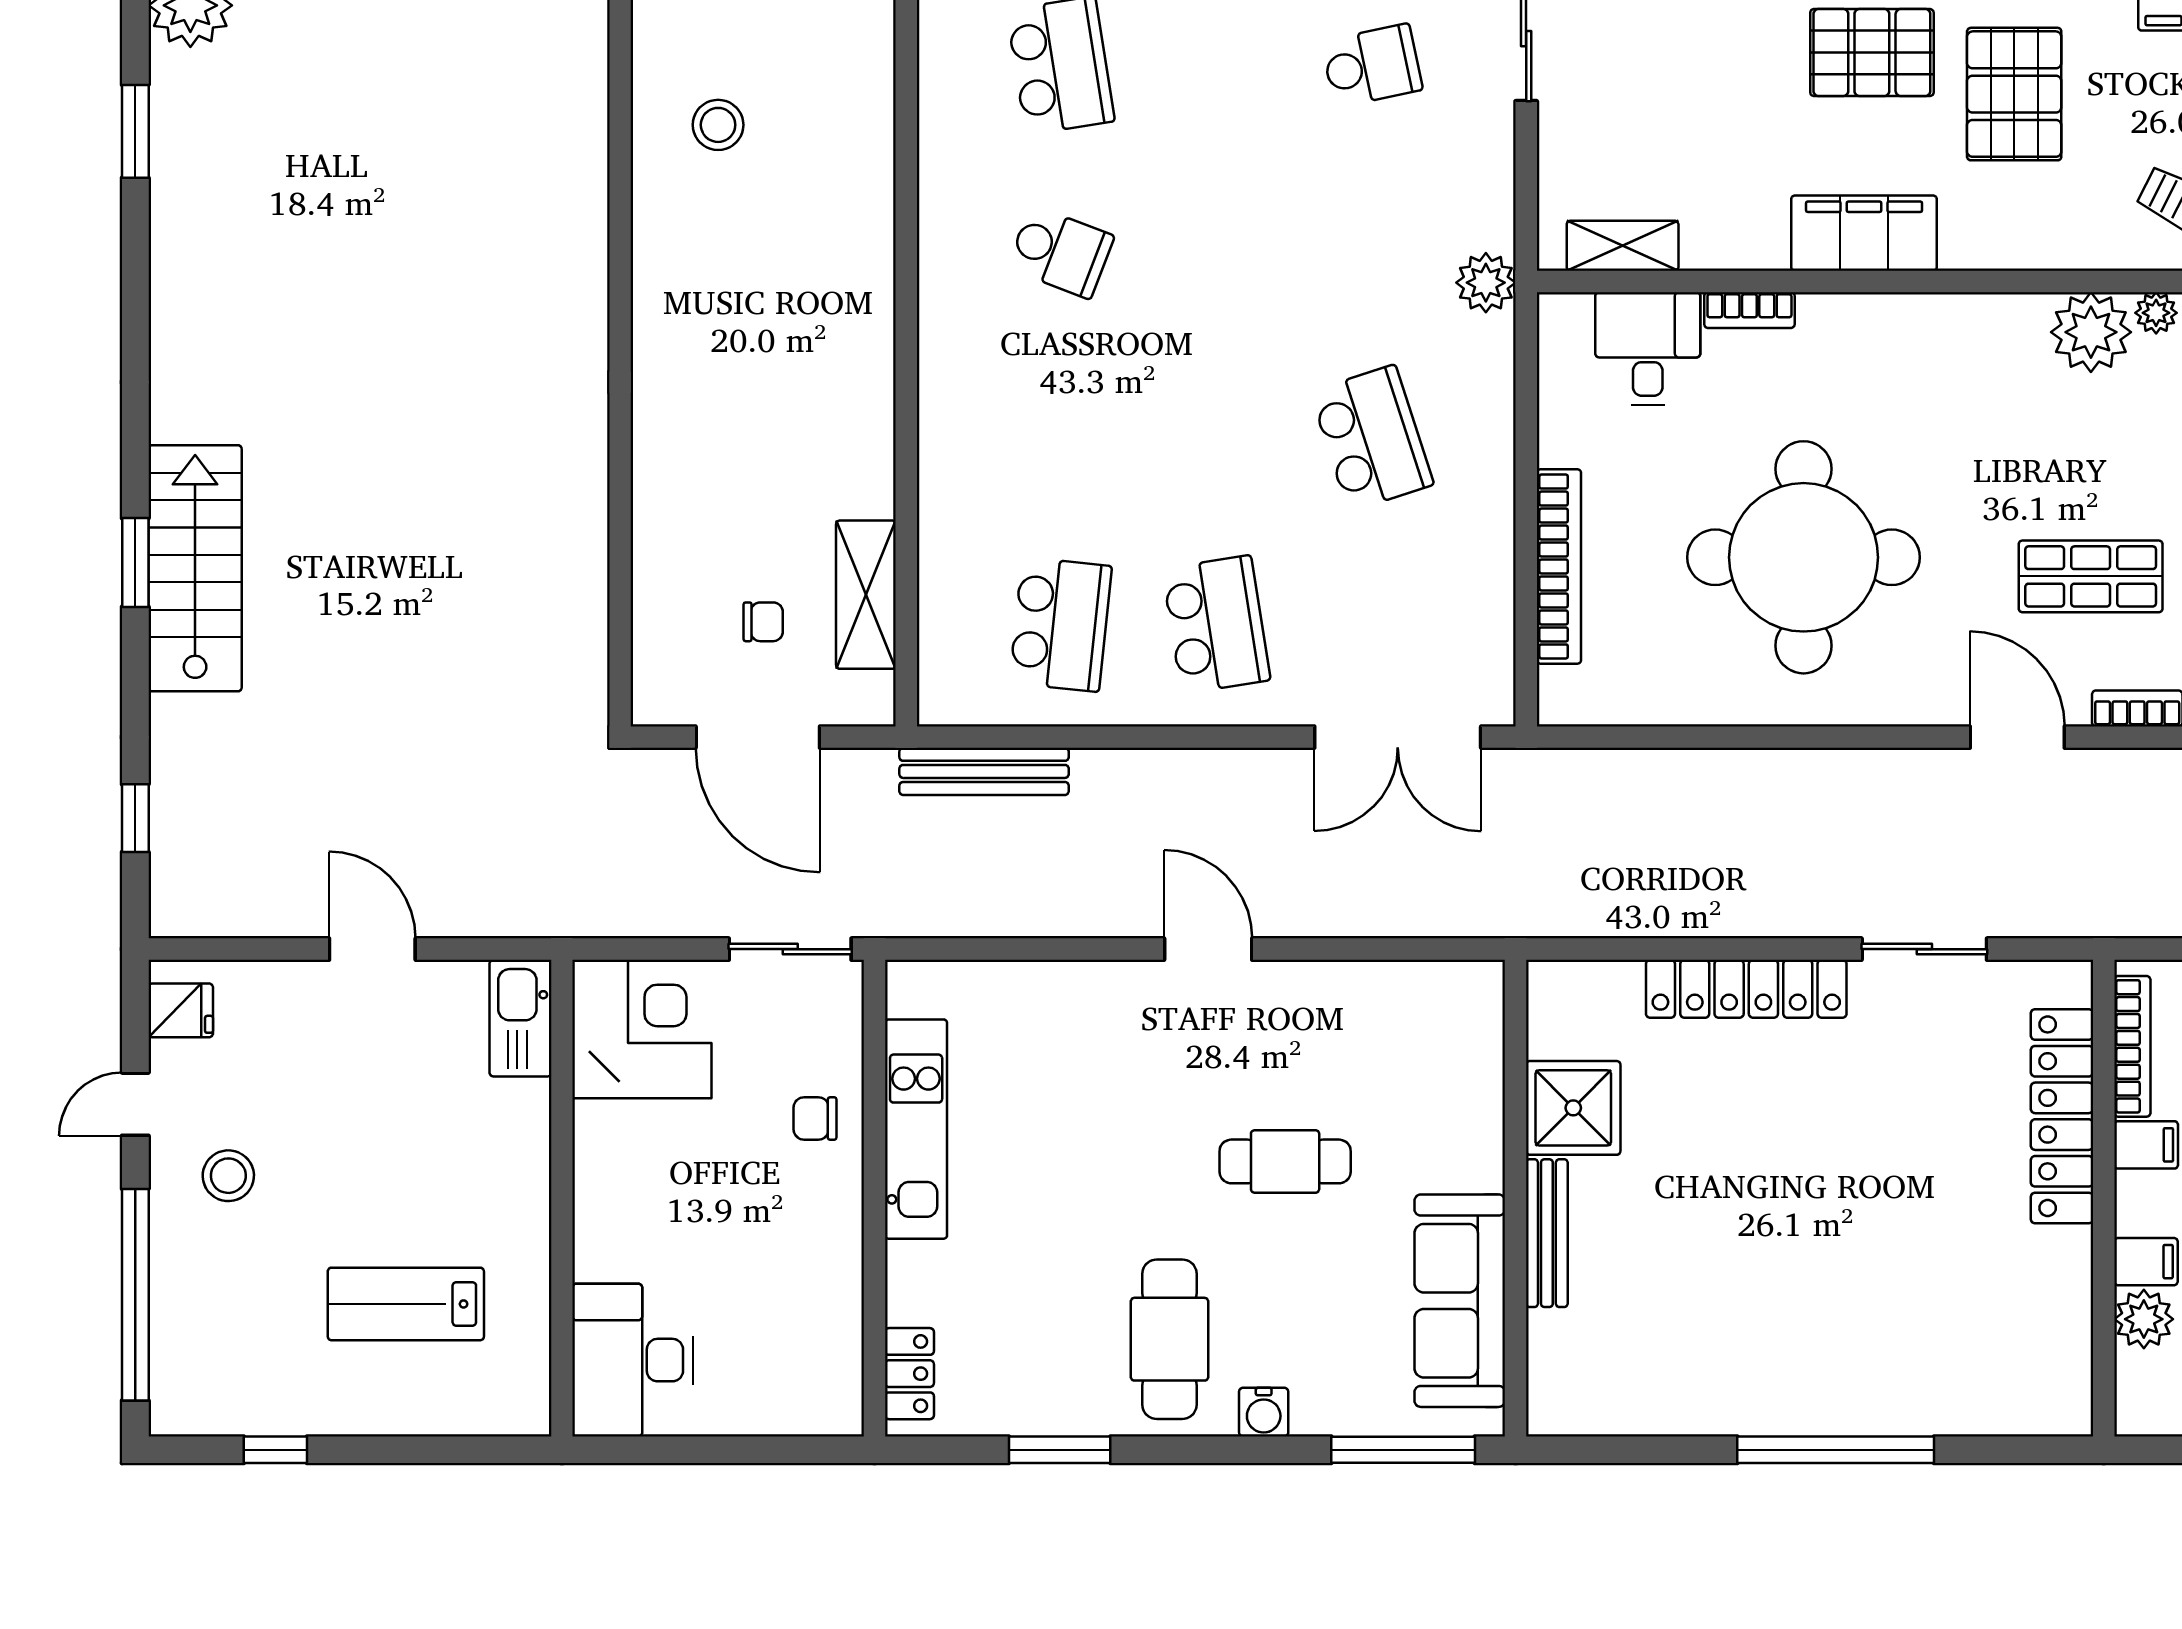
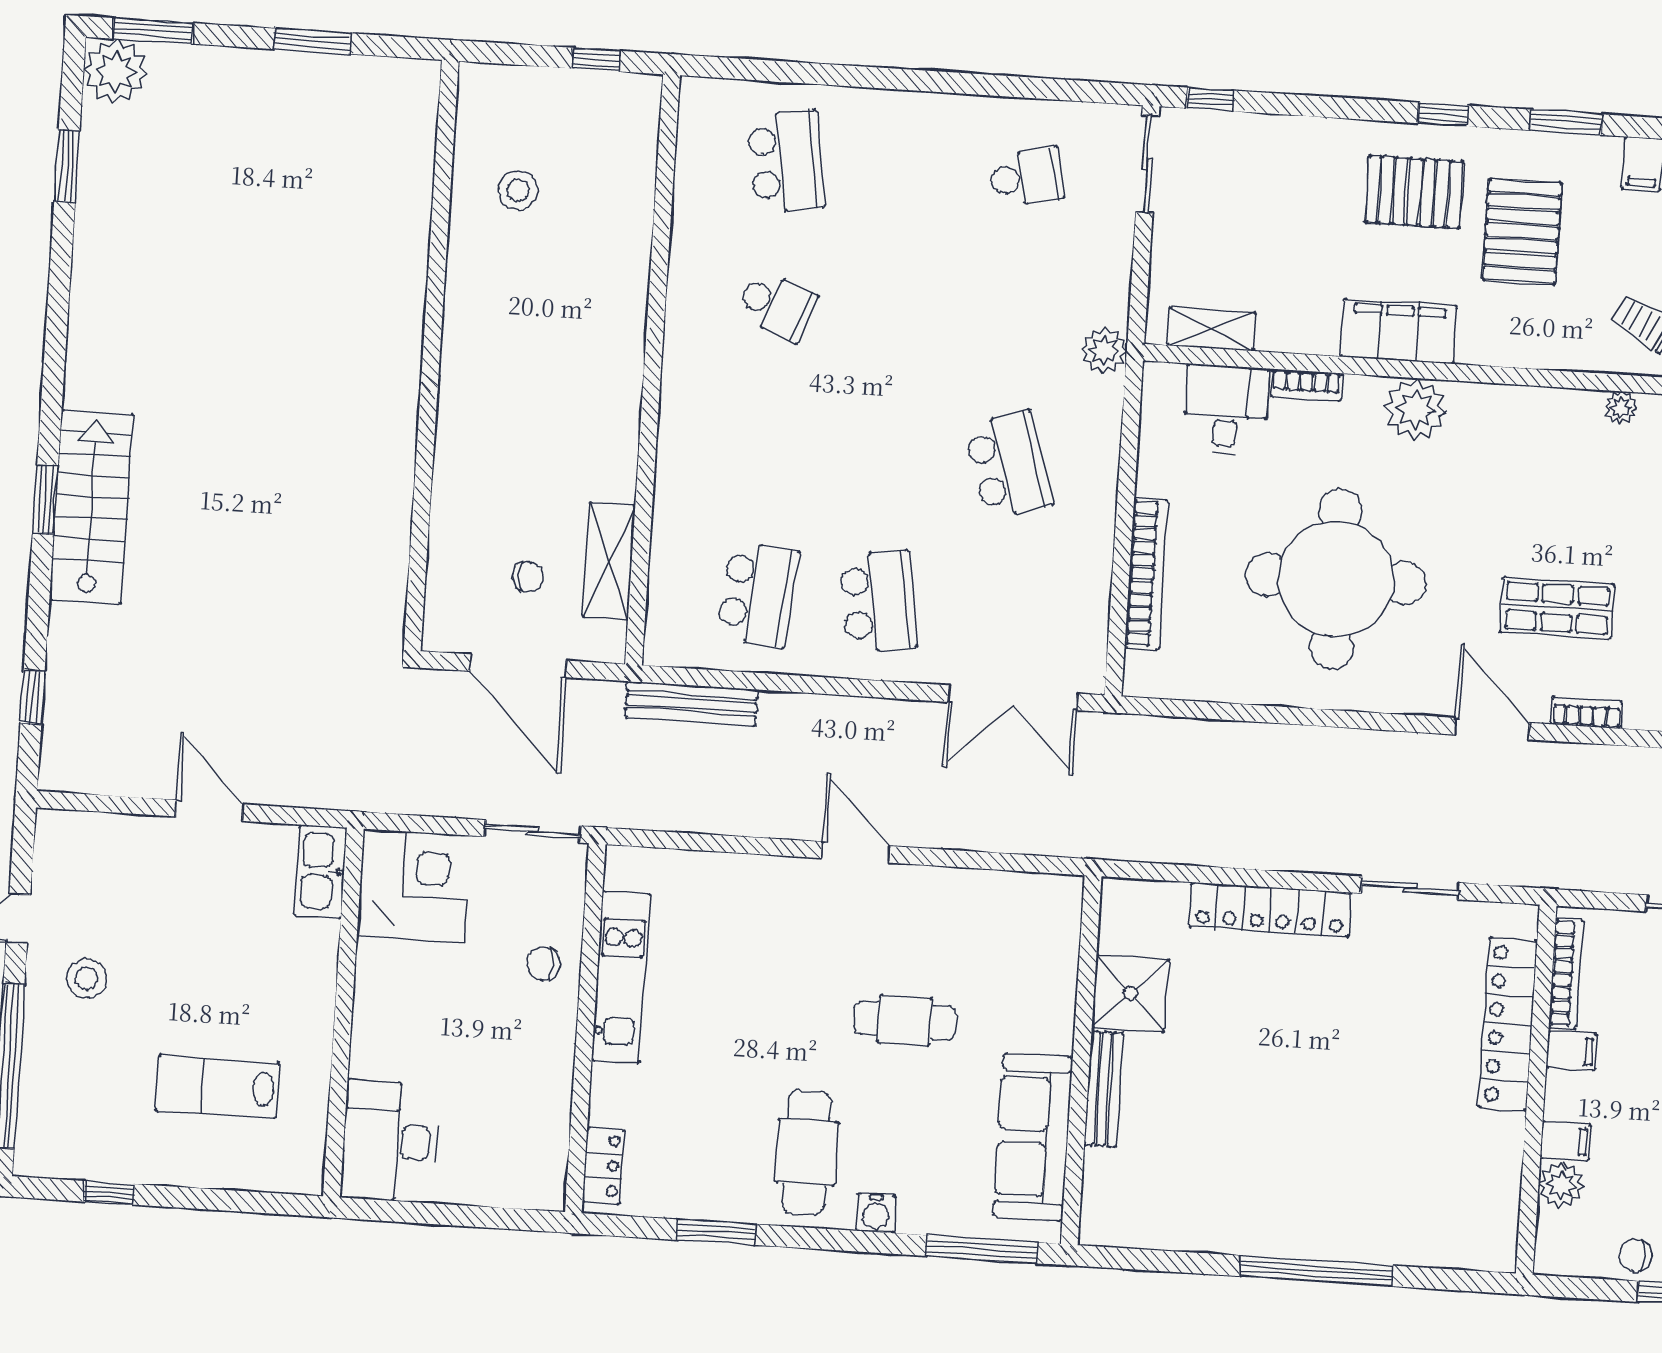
plant: (2091, 332) -> (1416, 409), moved
fridge: (181, 1010) -> (58, 848), removed

